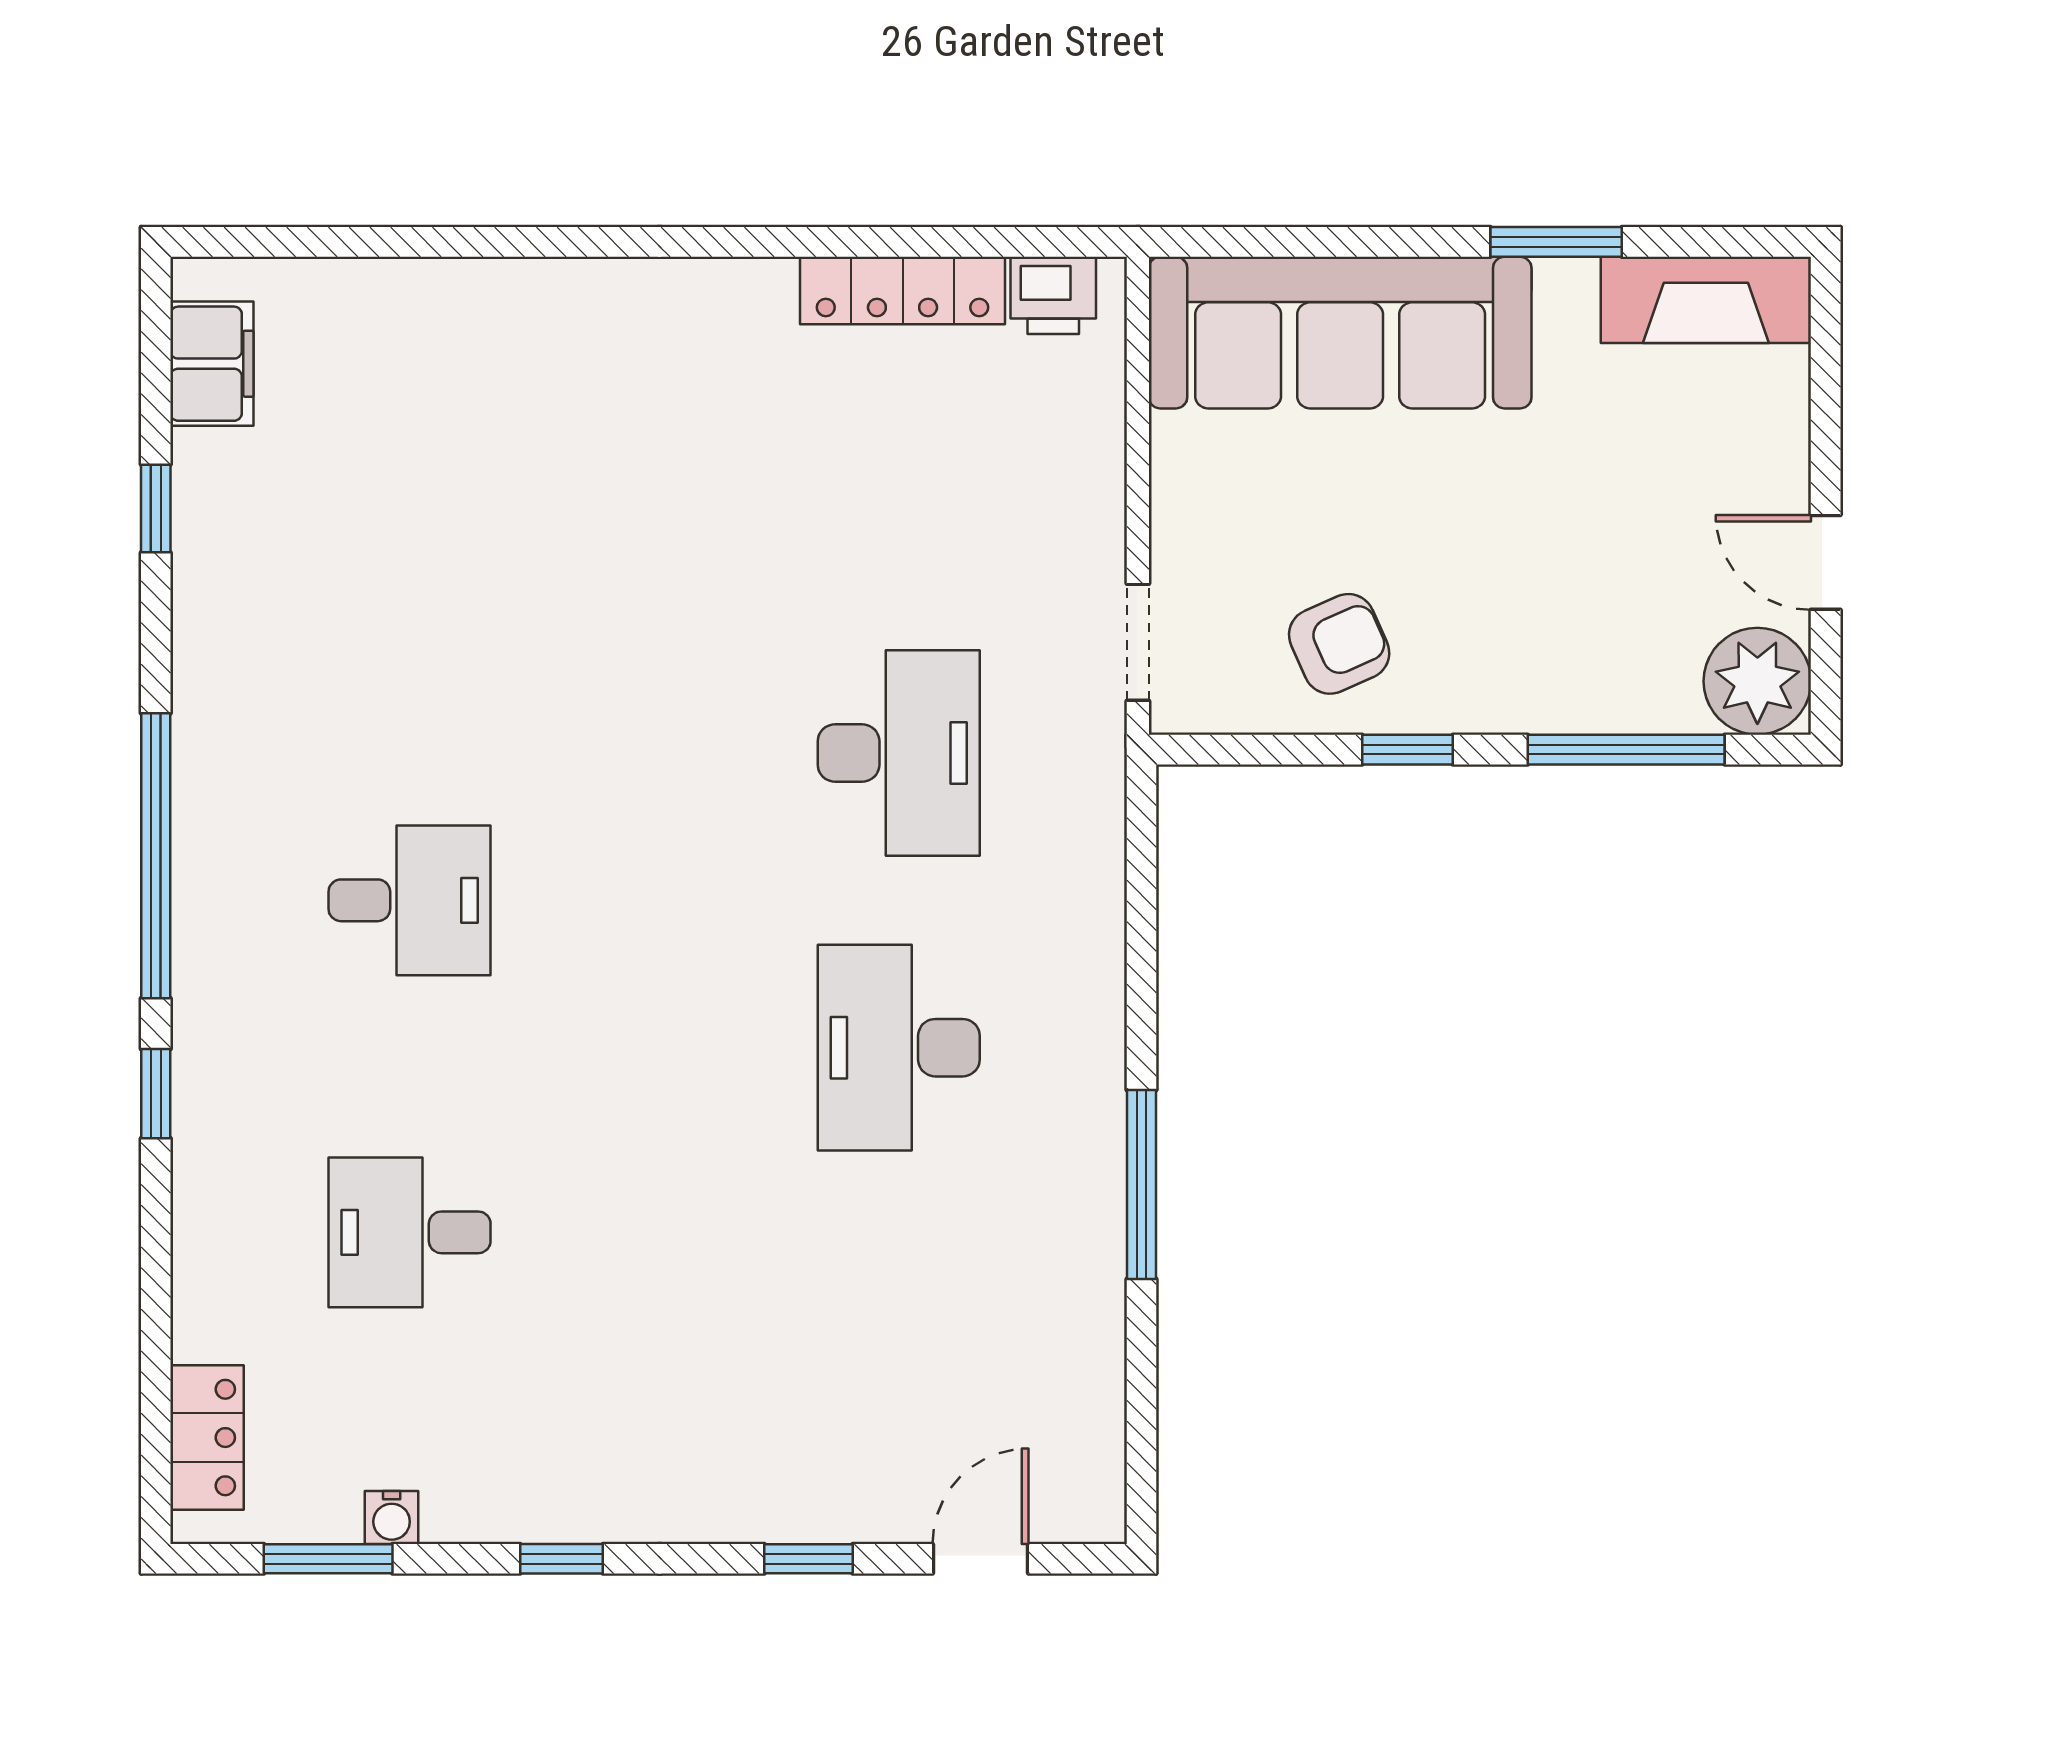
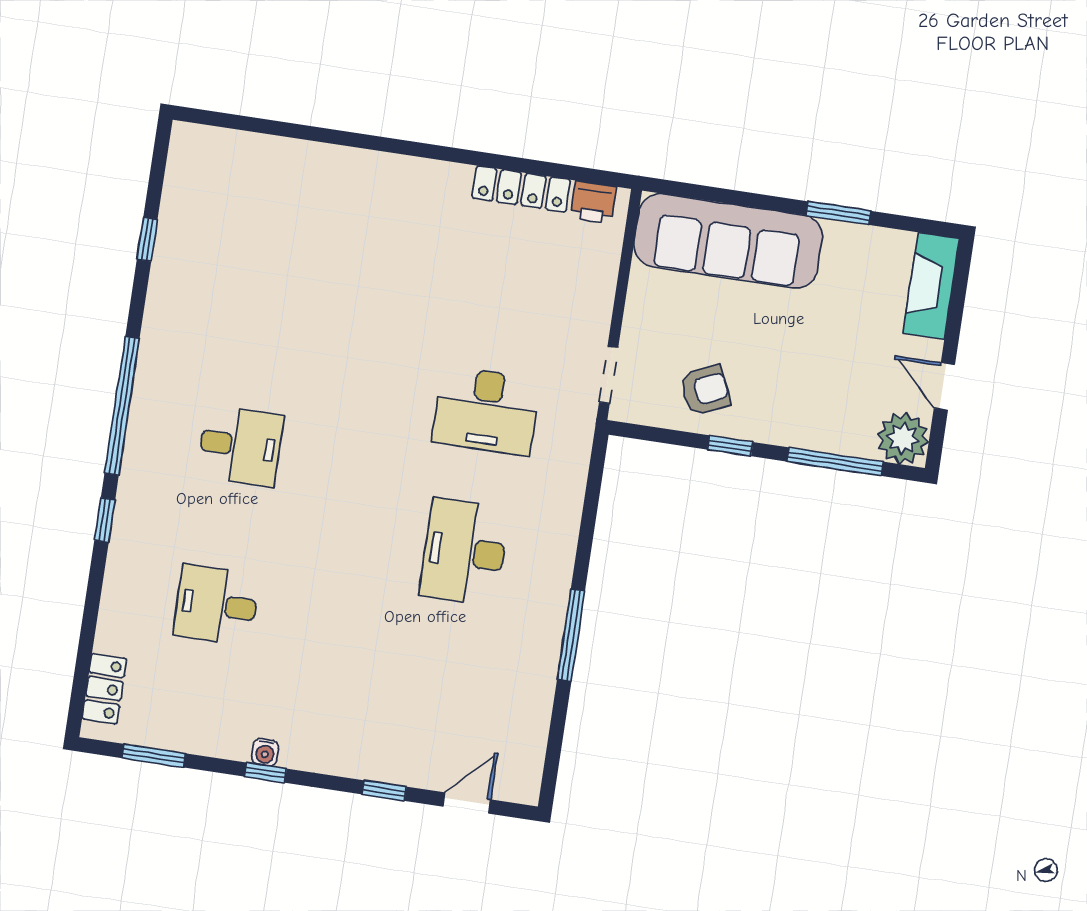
fireplace: (1706, 300) -> (931, 286), moved, turned 90
filing cabinet: (212, 364) -> (185, 174), removed
desk: (899, 753) -> (486, 411), turned 90
water cooler: (392, 1517) -> (265, 752), moved

